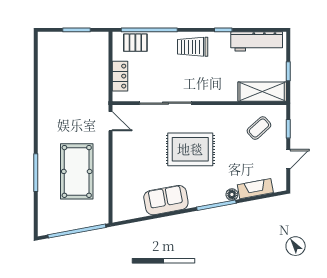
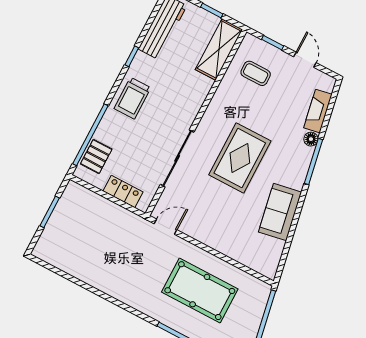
coffee table: (259, 128) -> (256, 73), turned -48

